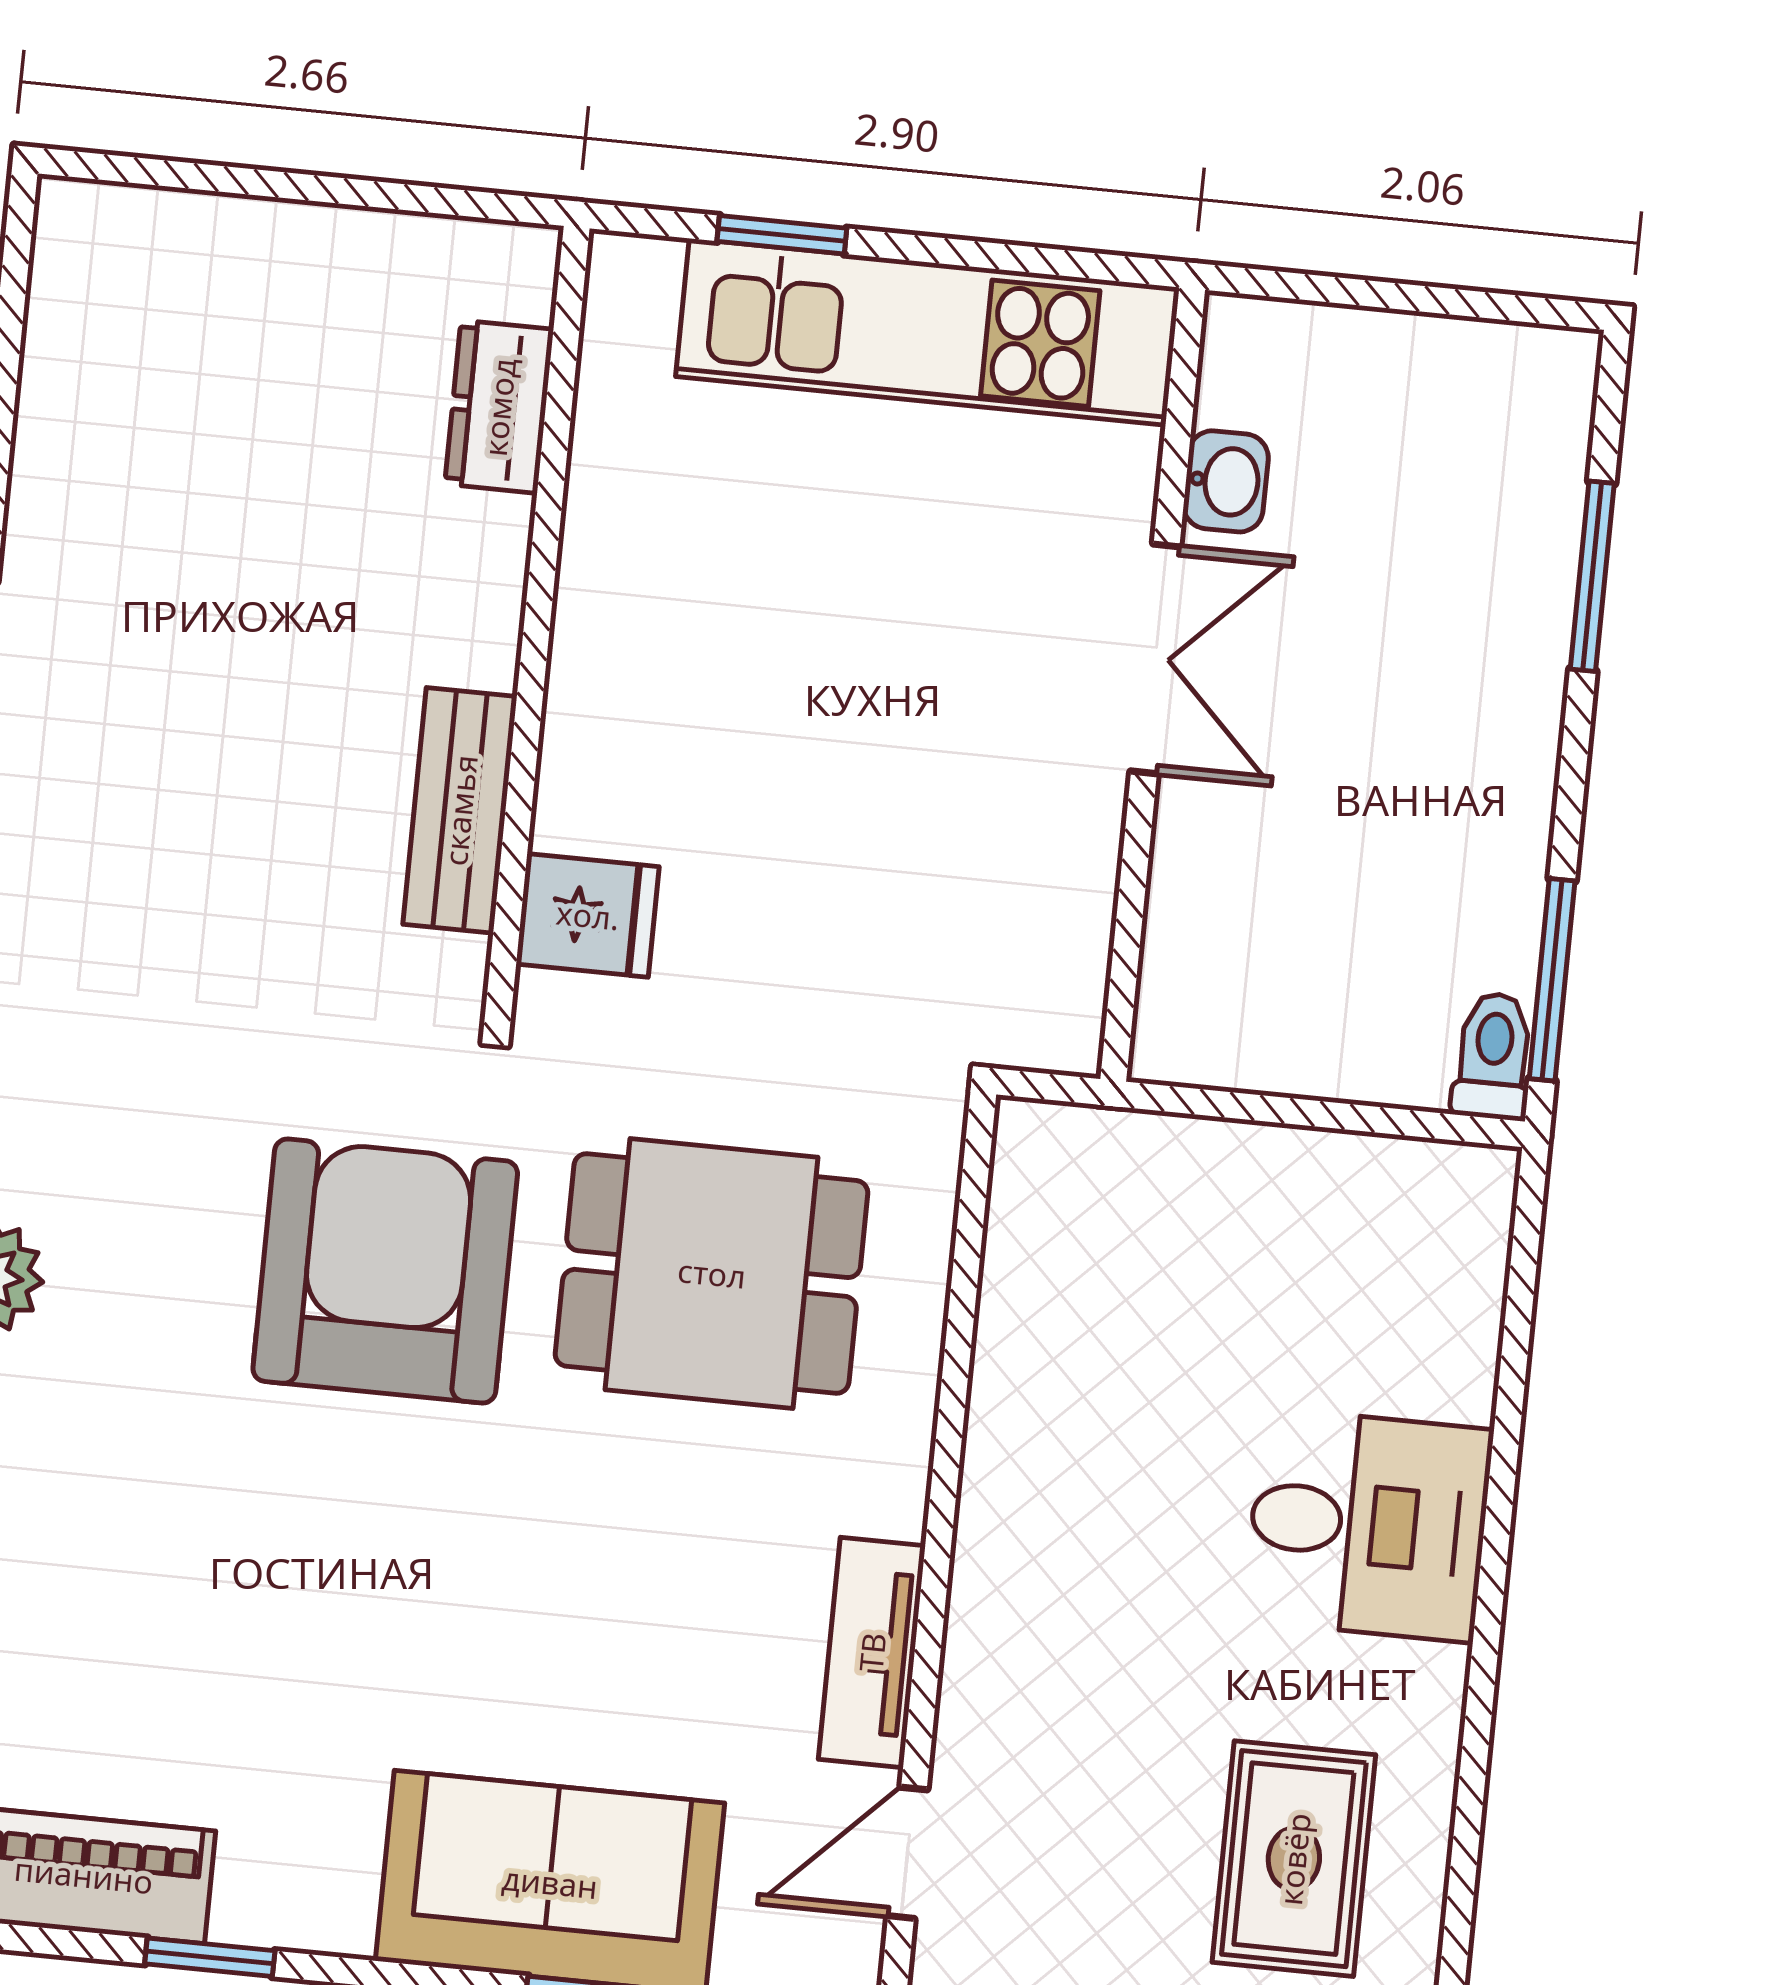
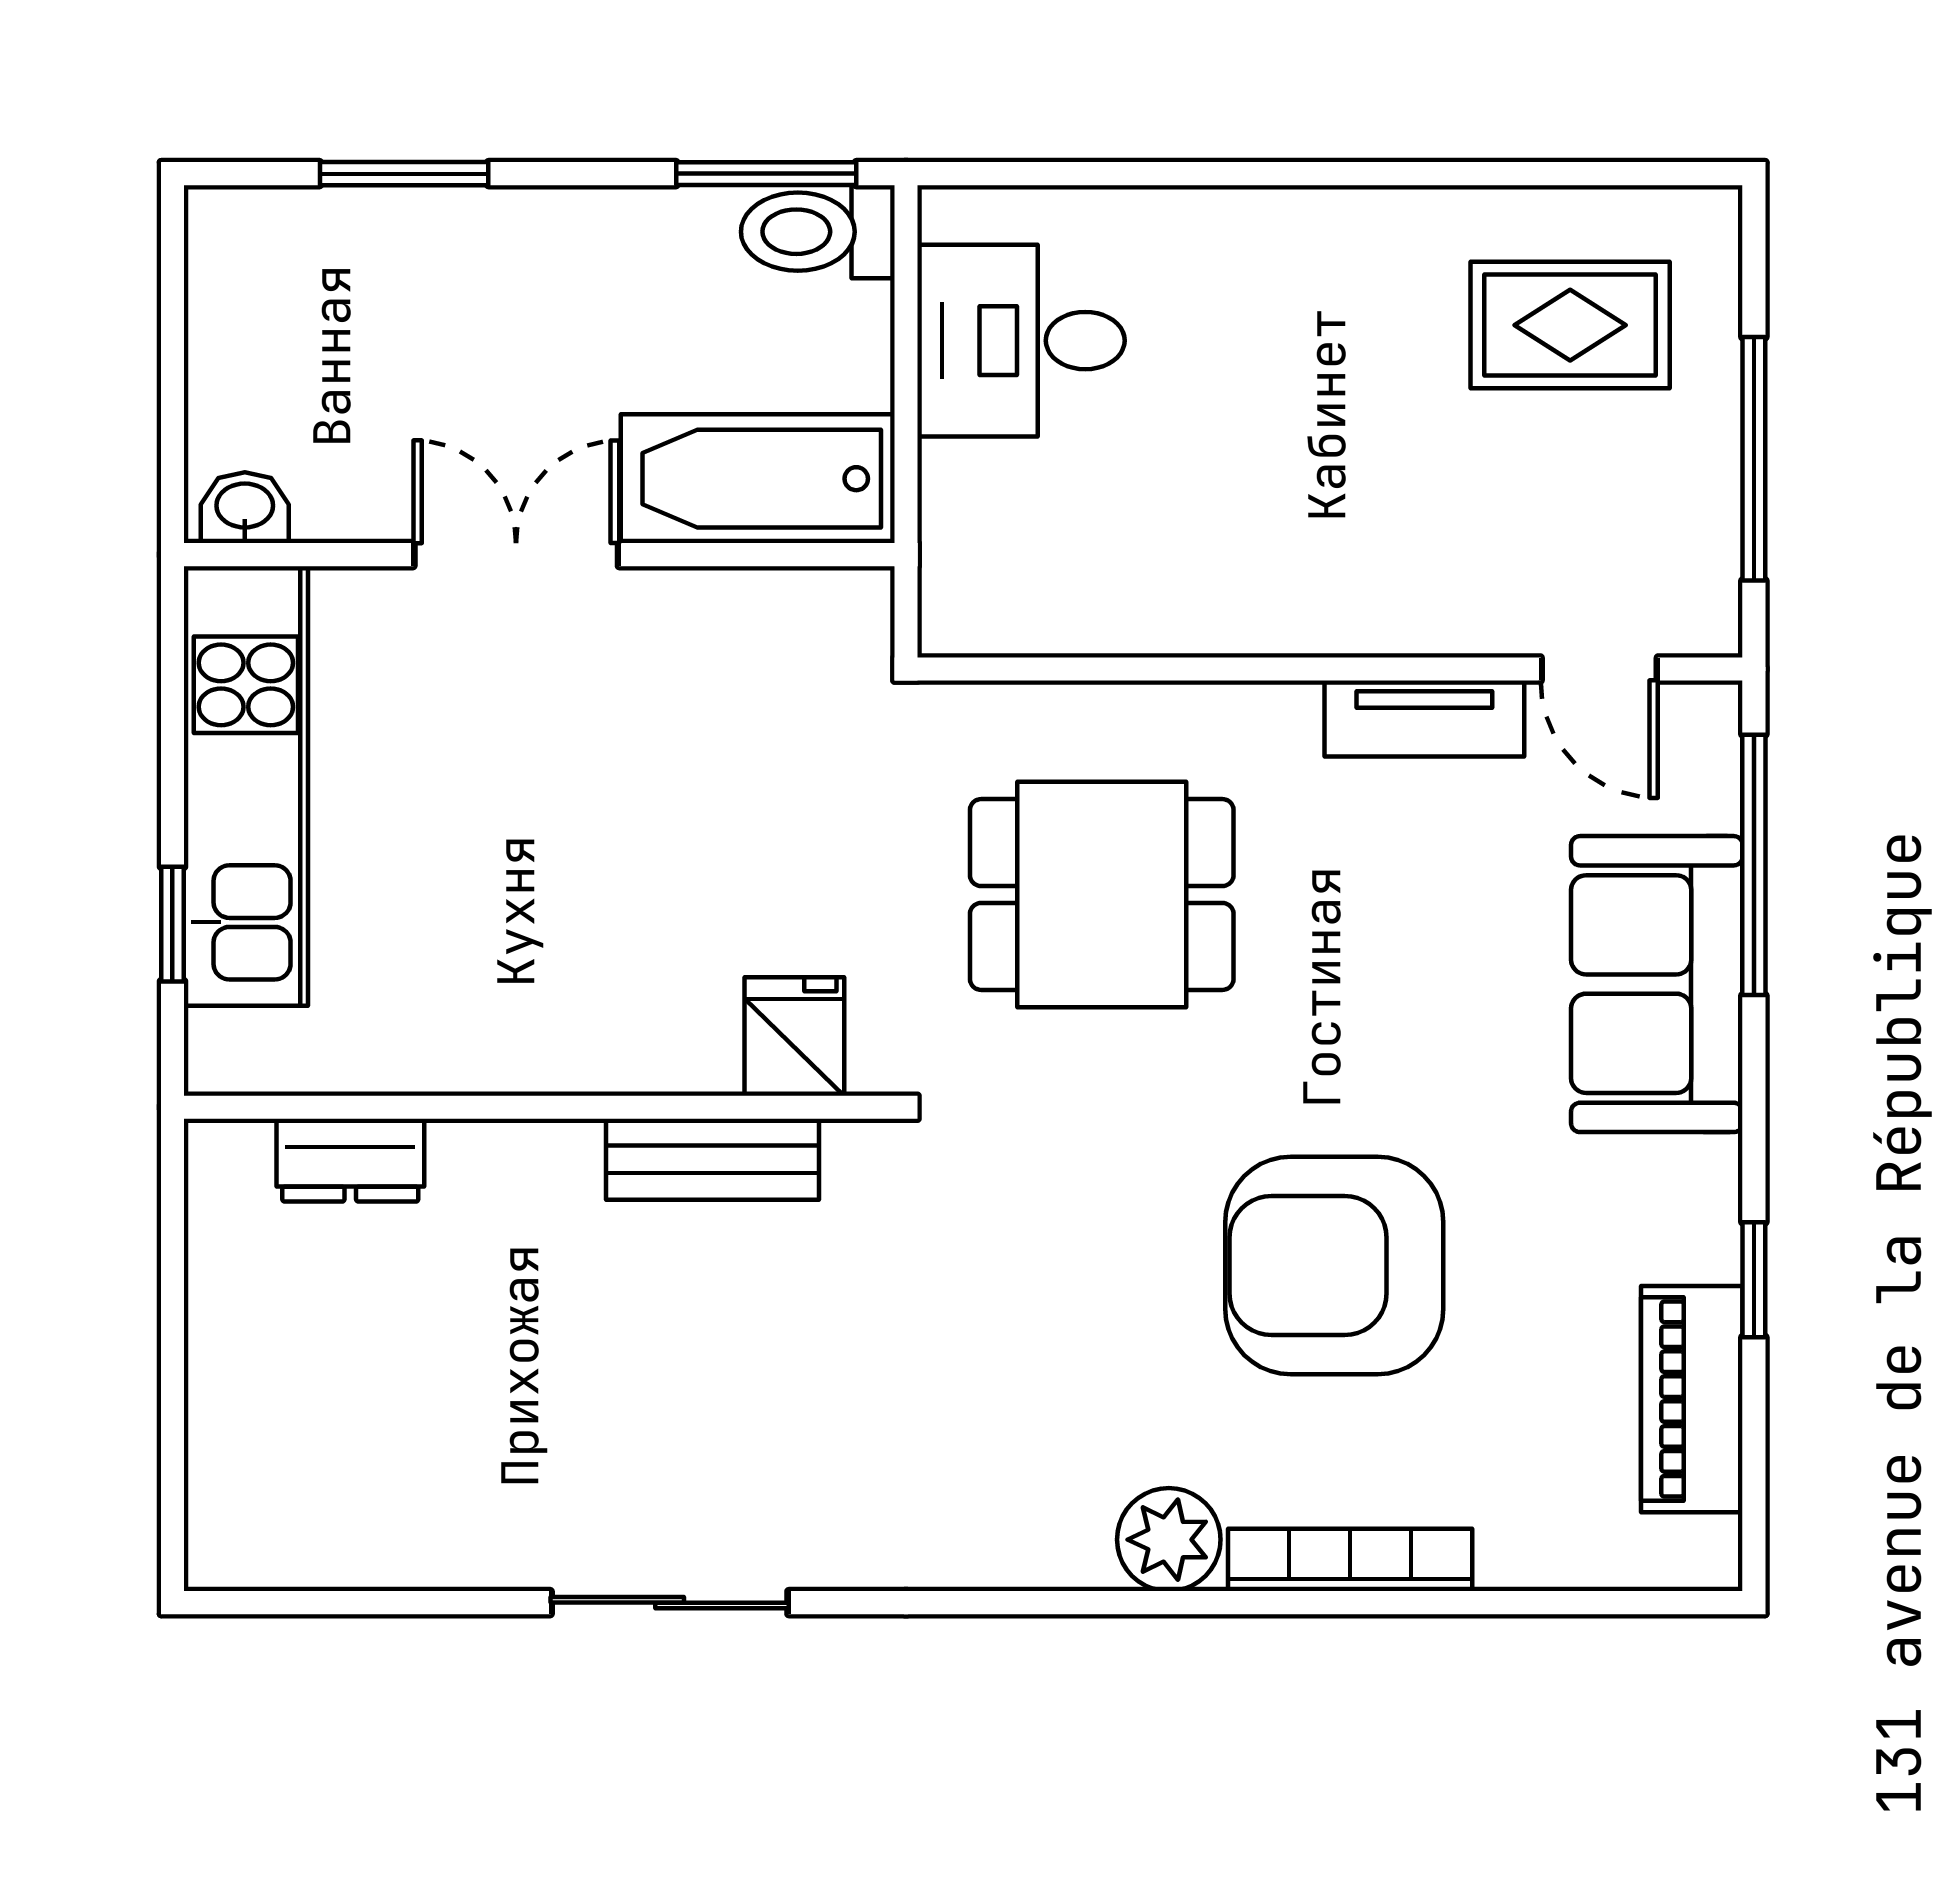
washbasin: (1226, 481) -> (245, 508), moved
bathtub: (1213, 936) -> (758, 479), added
toilet: (1493, 1056) -> (818, 232), width x1.37, depth x1.39
armchair: (385, 1271) -> (1334, 1266), moved
dining table: (712, 1273) -> (1102, 895), turned 90
desk: (1368, 1525) -> (1021, 341), moved, turned -90

